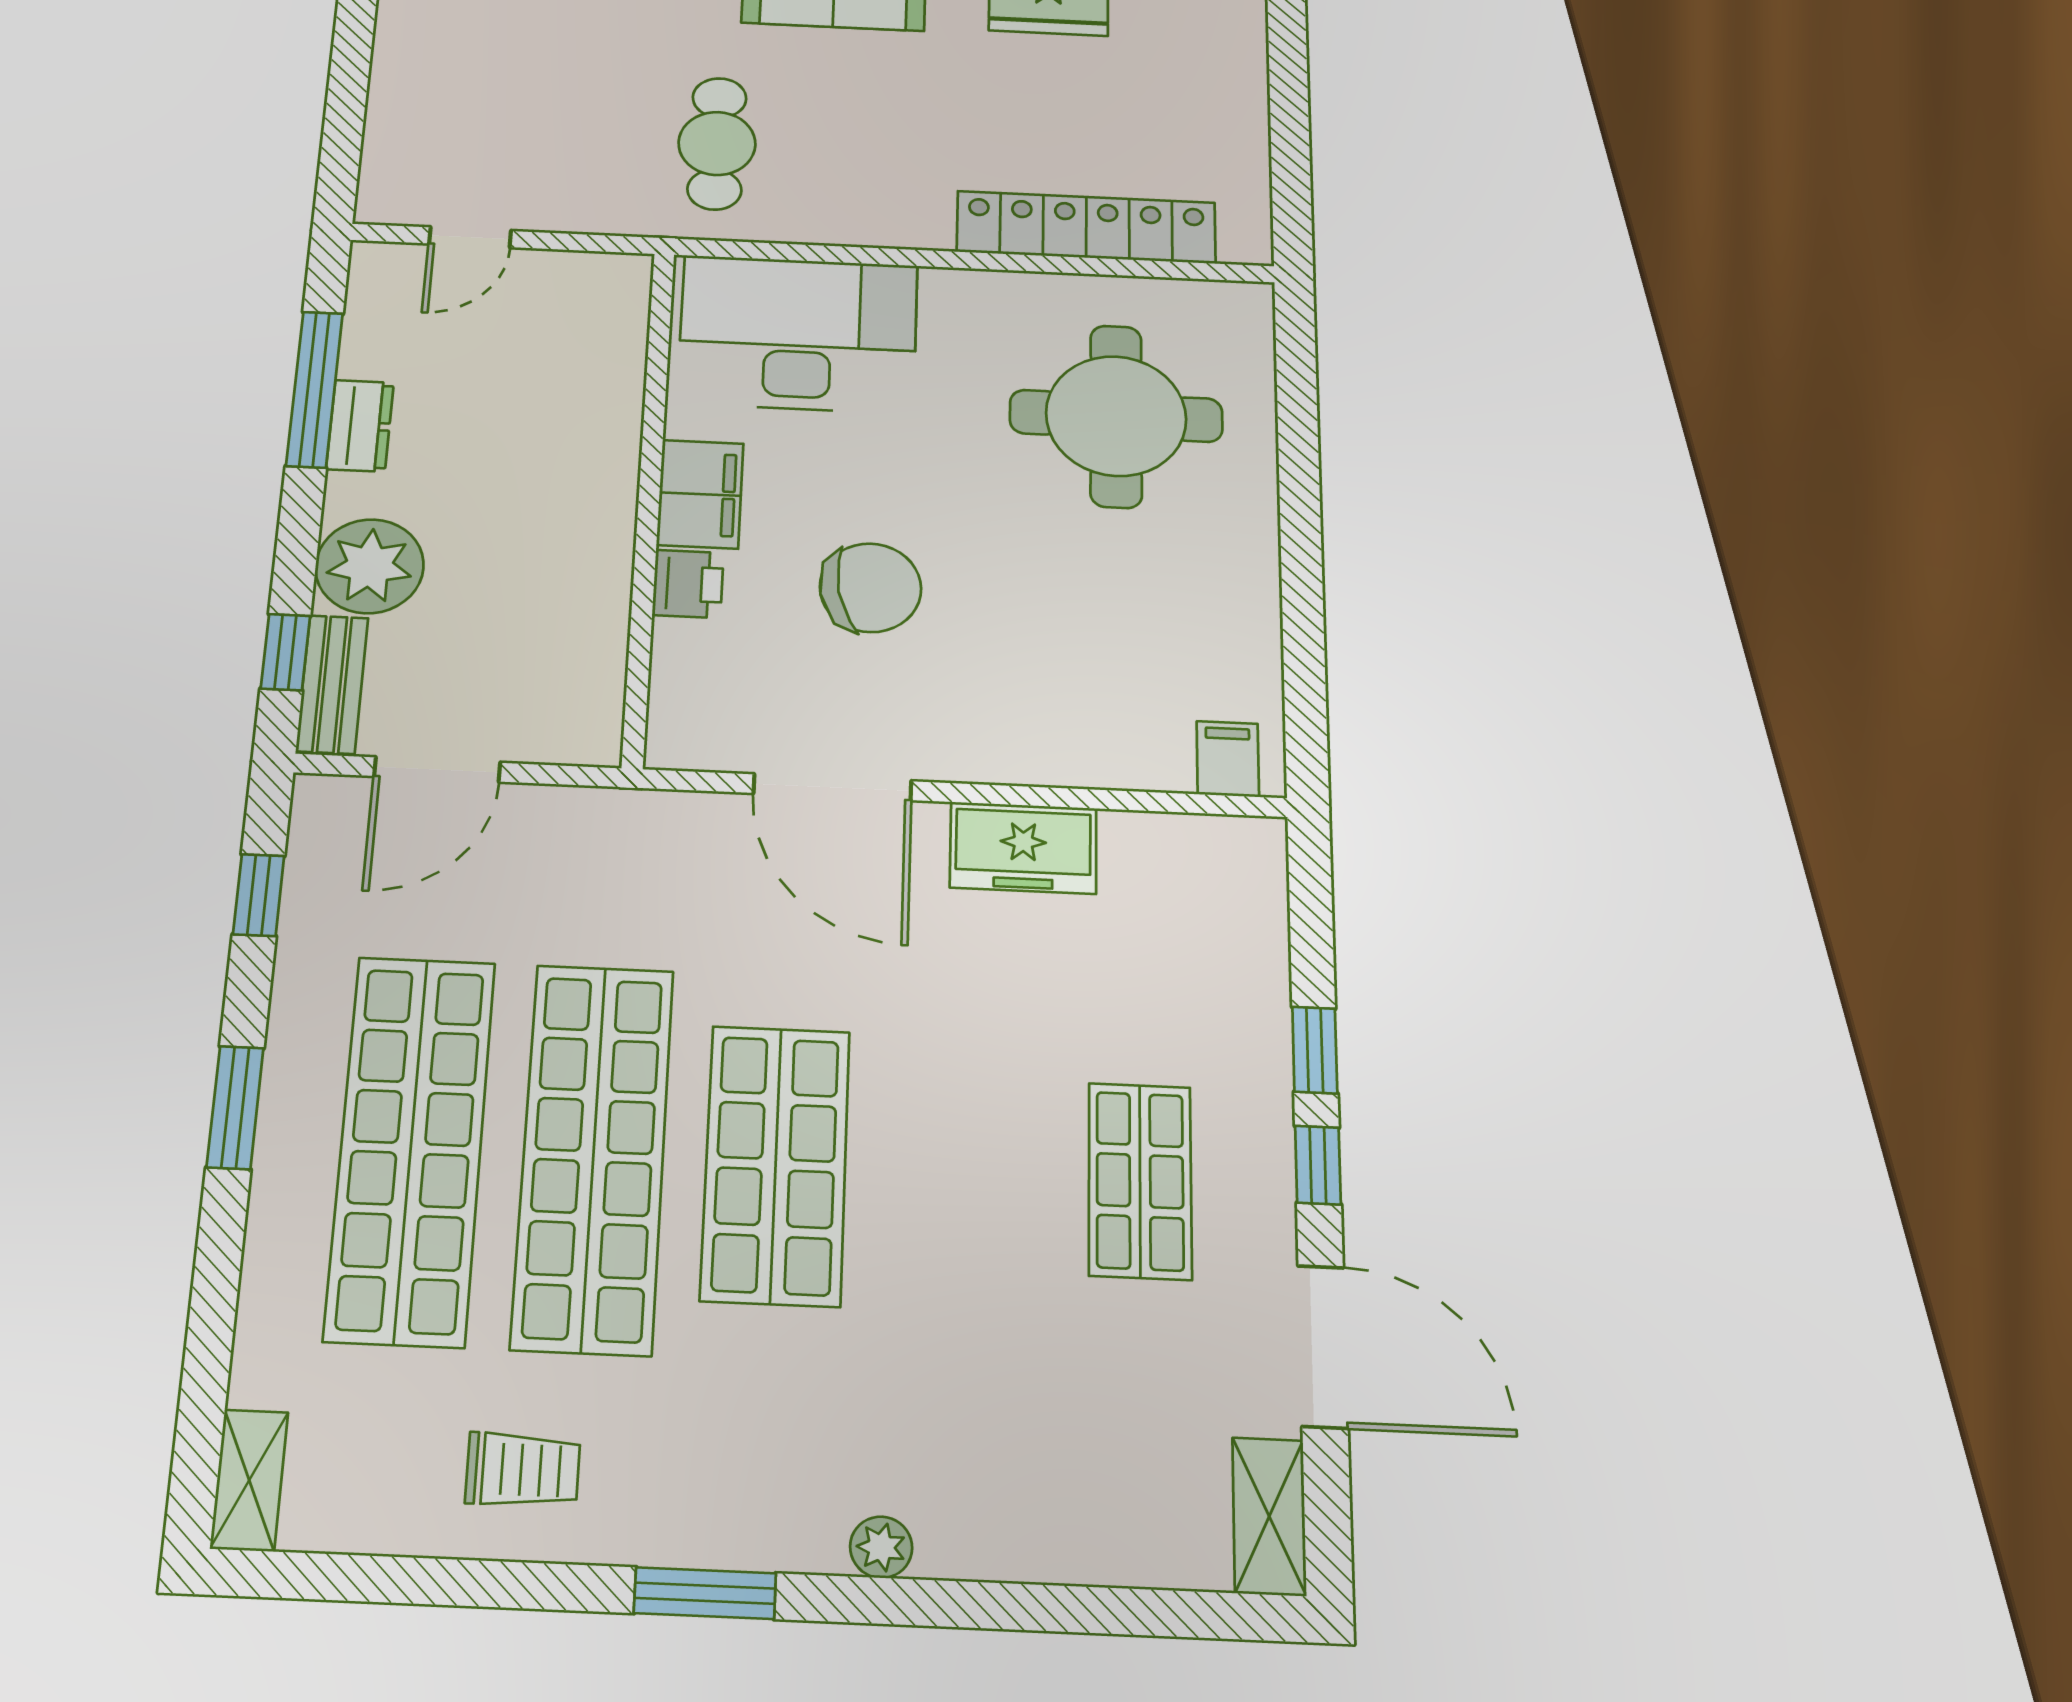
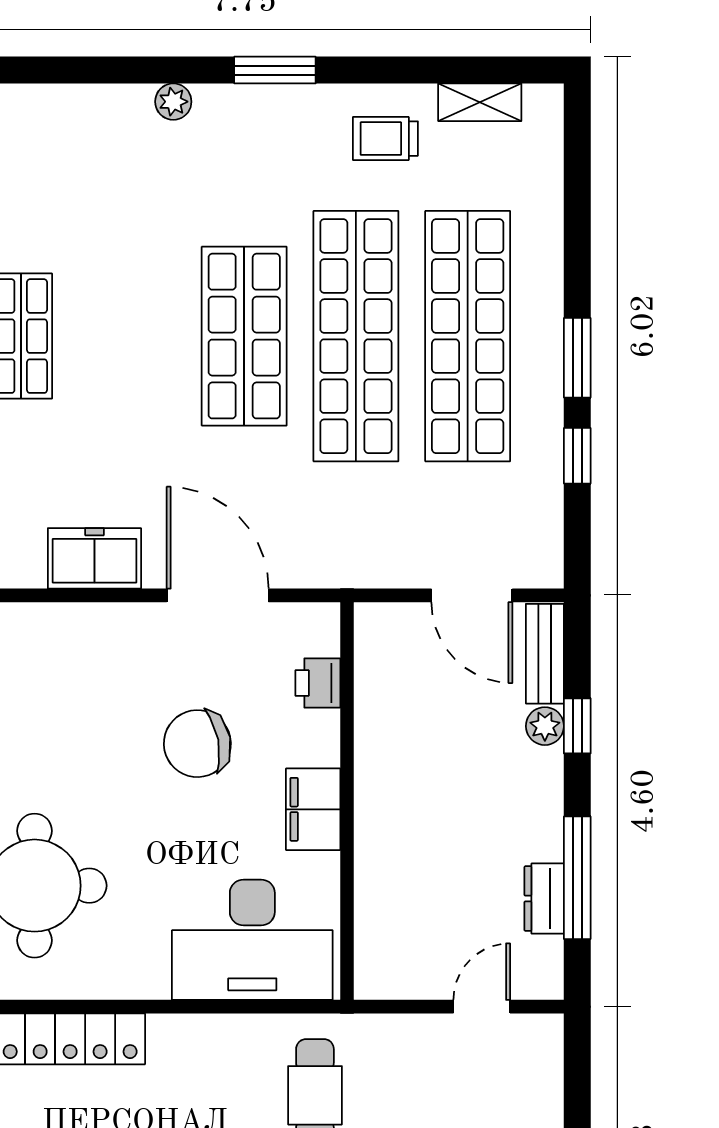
dresser: (360, 426) -> (544, 899), moved
plant: (370, 566) -> (545, 726), width x0.53, depth x0.53
printer: (688, 584) -> (318, 683), moved
window: (285, 652) -> (577, 726), moved
door: (437, 769) -> (472, 595), swing flipped
window: (259, 895) -> (577, 456), moved
shelving: (249, 1480) -> (480, 102), moved, turned 90

